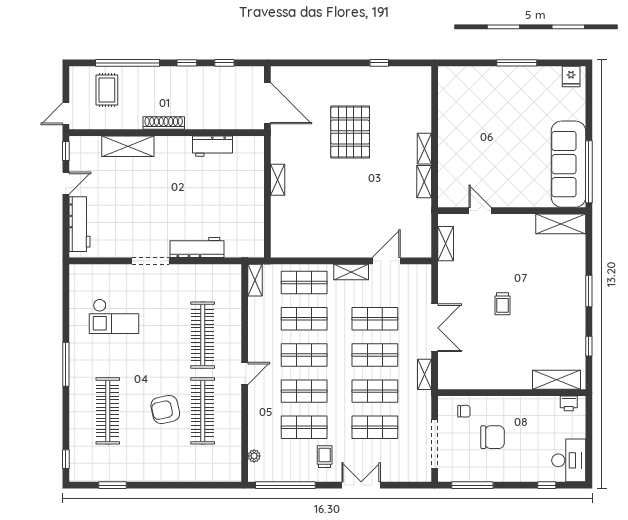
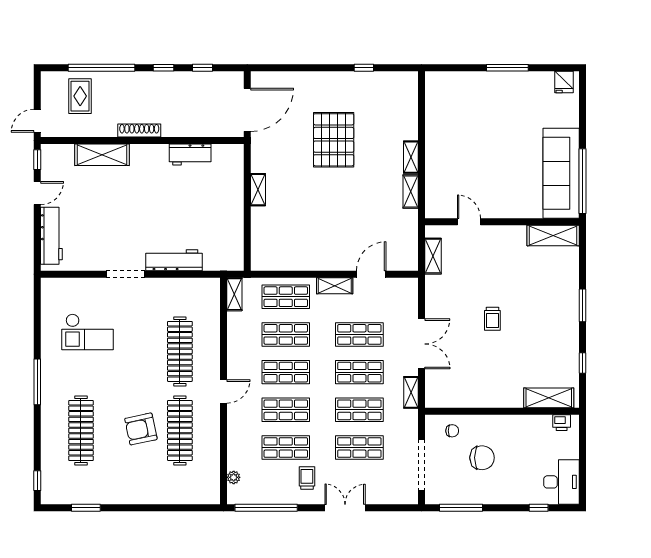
door: (267, 103) -> (247, 110), hinge flipped

